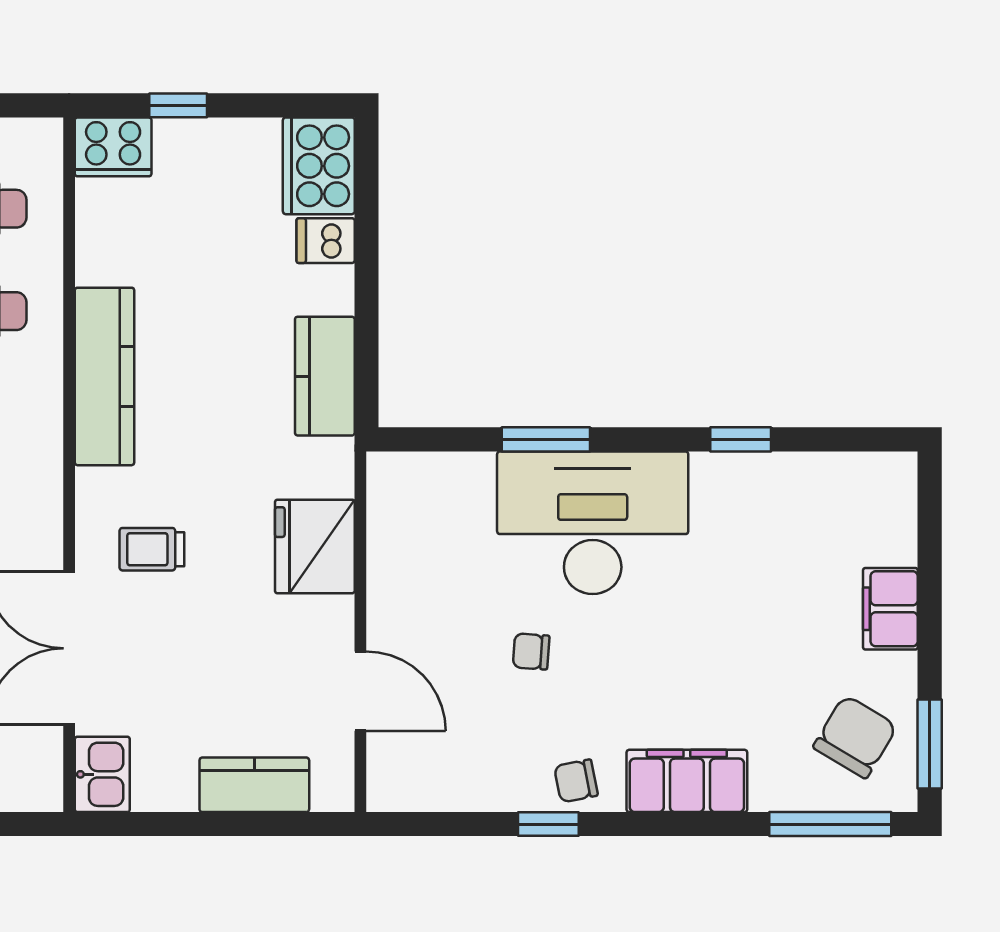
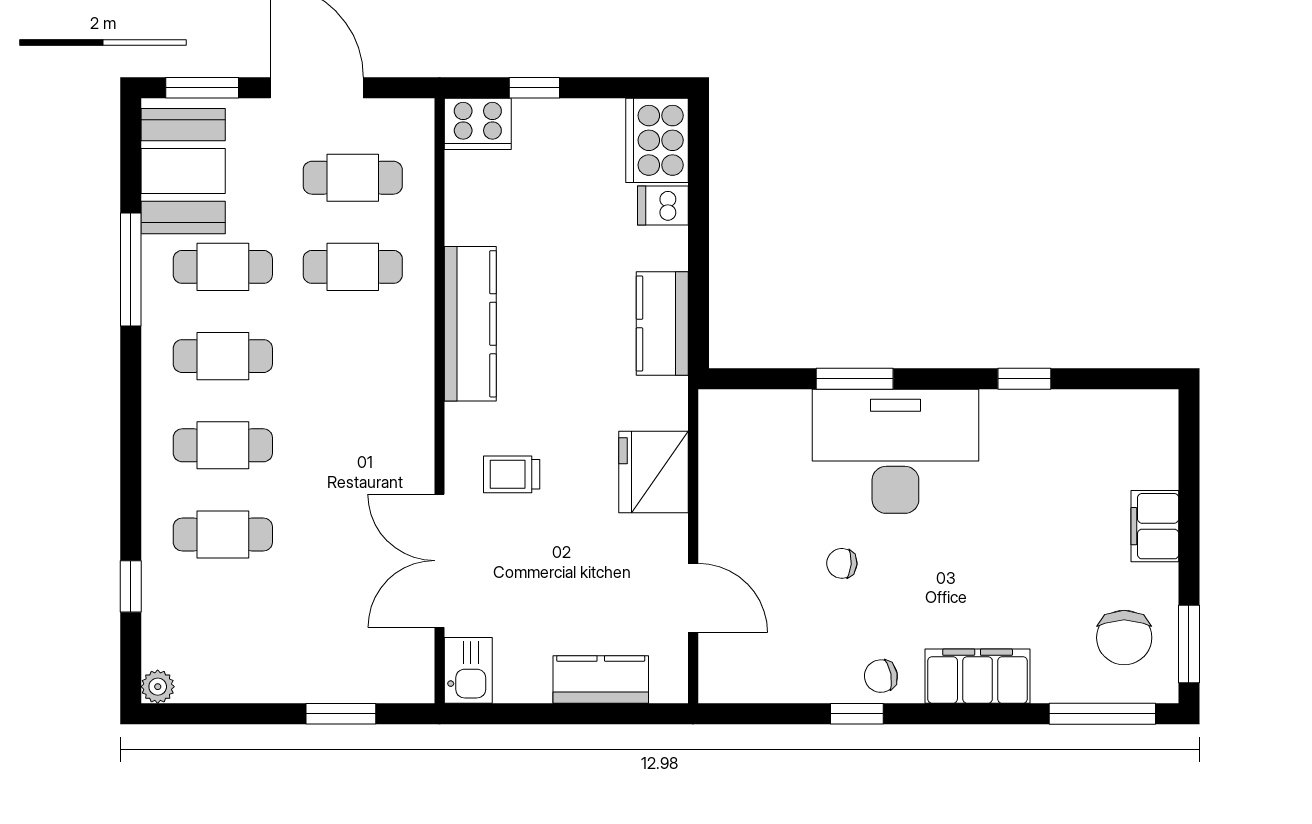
chair: (855, 737) -> (1124, 638), turned 149

